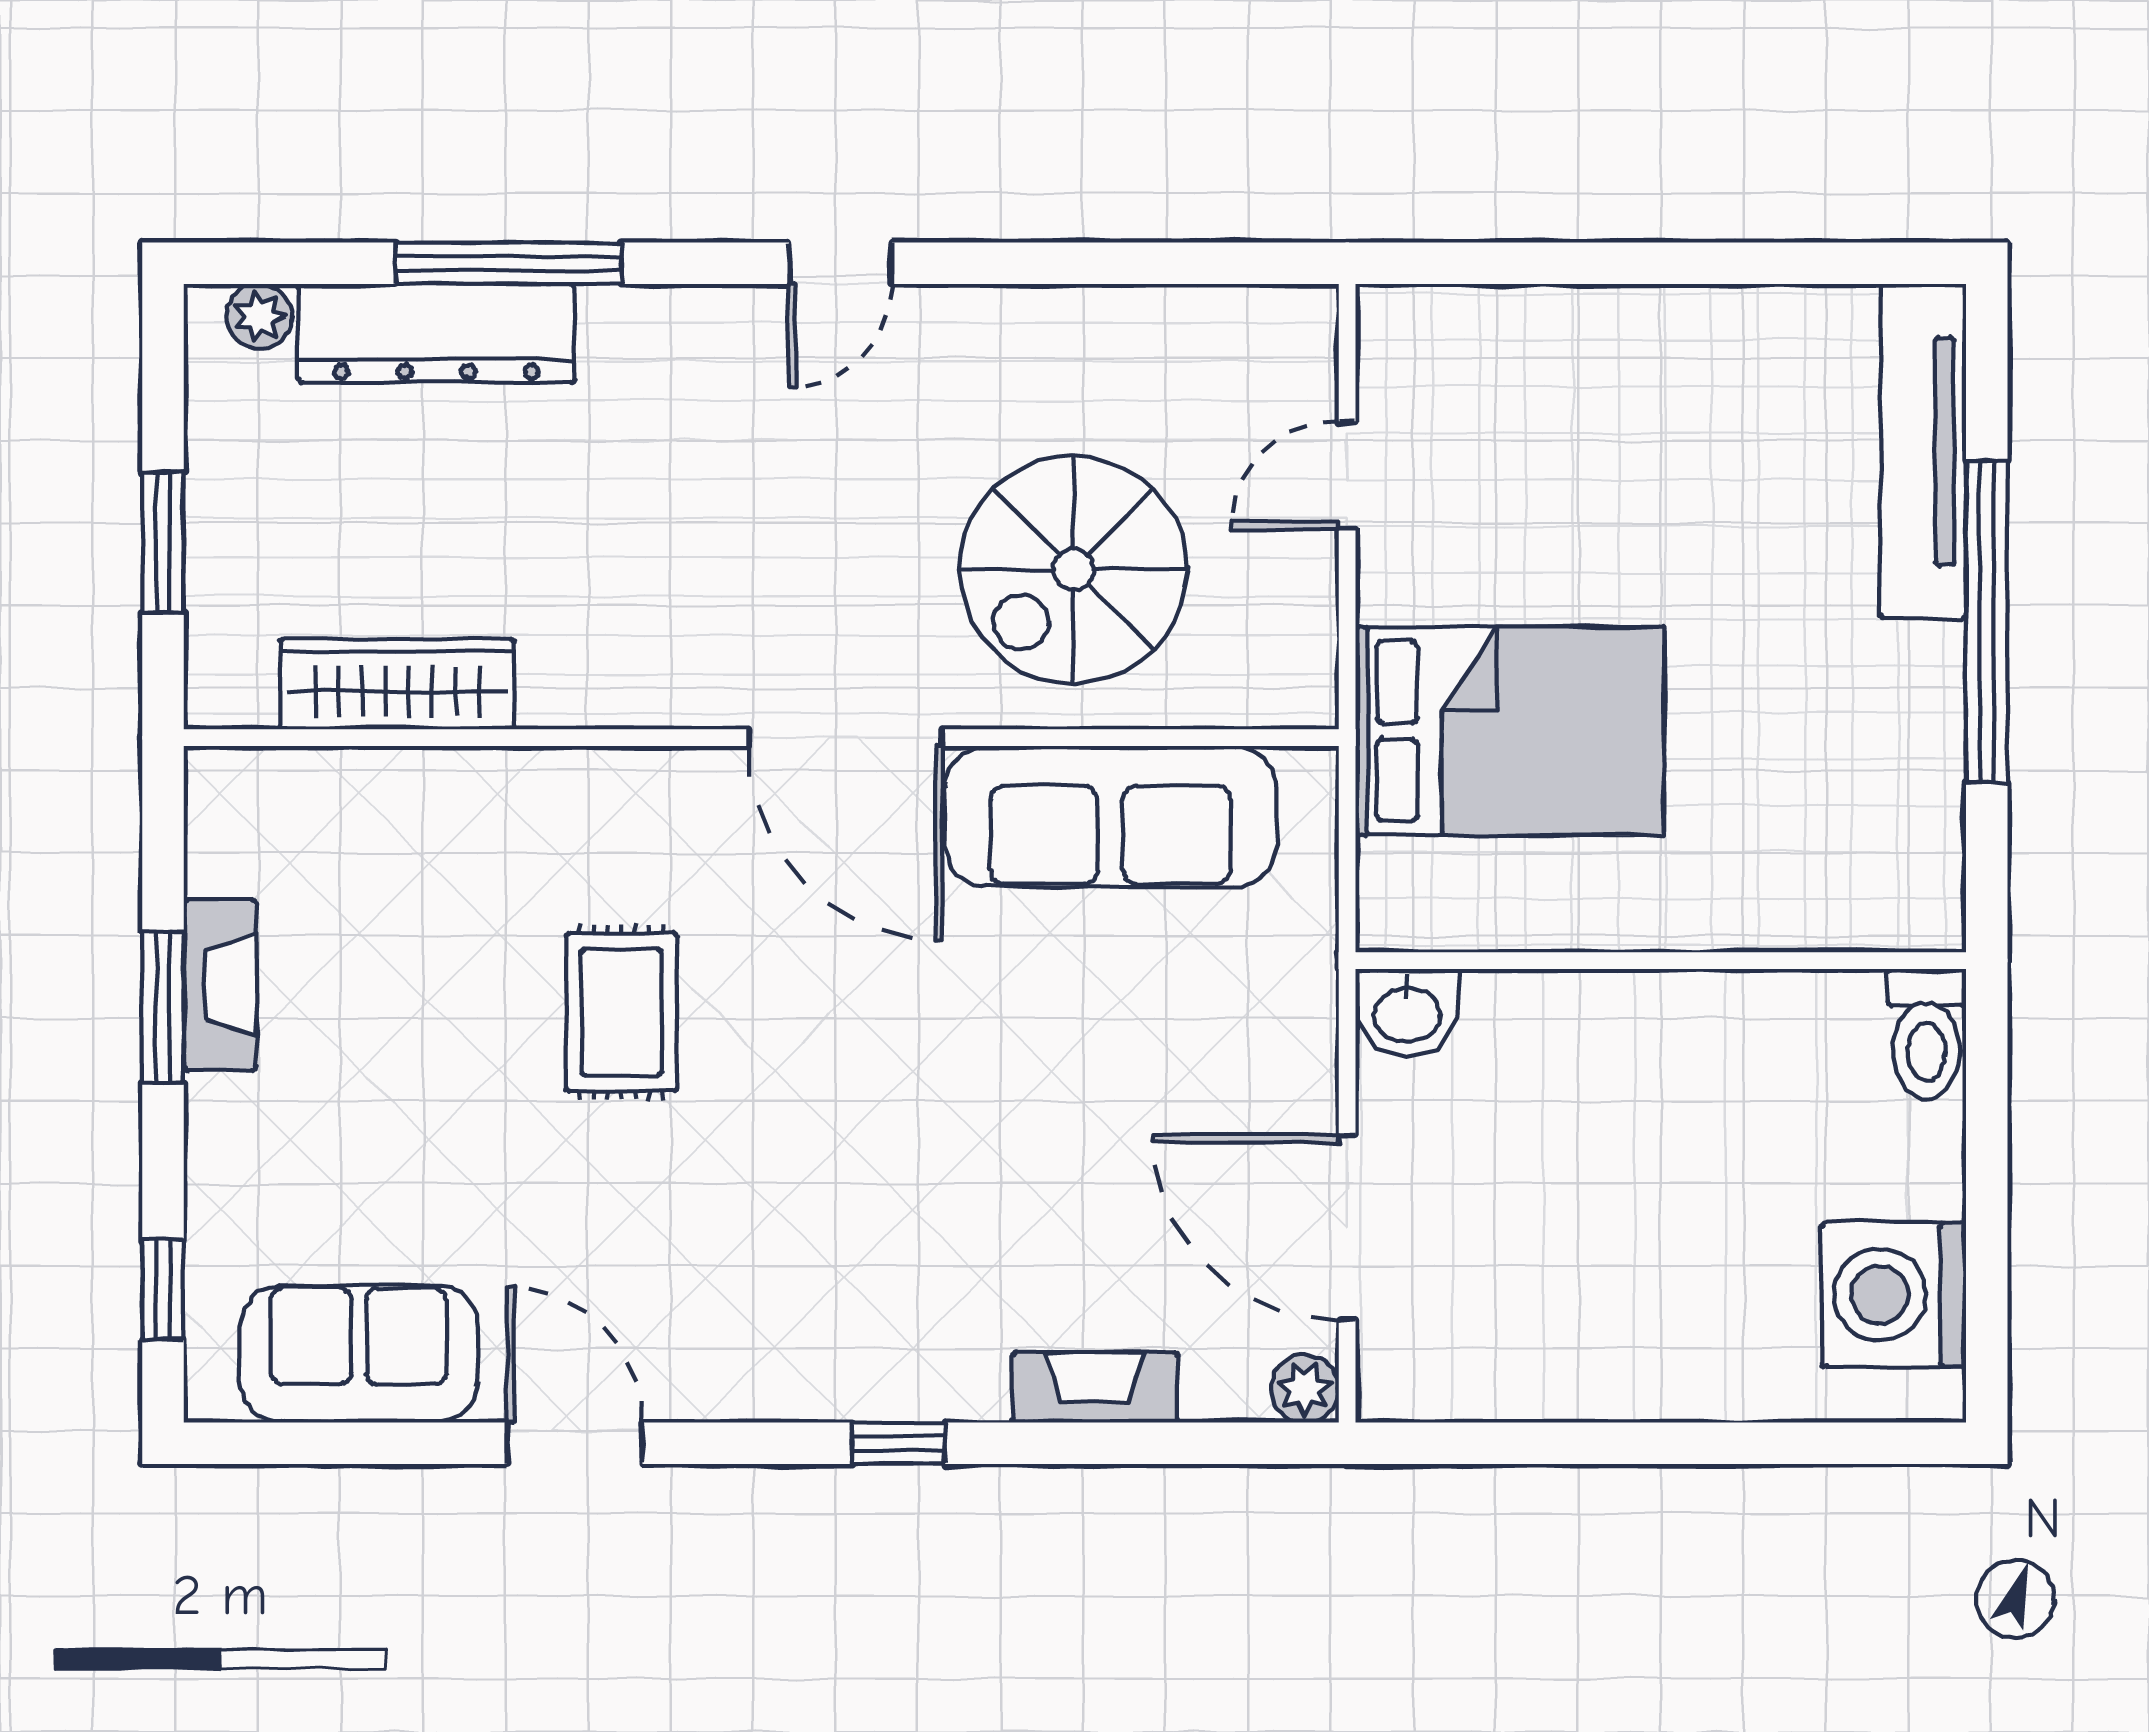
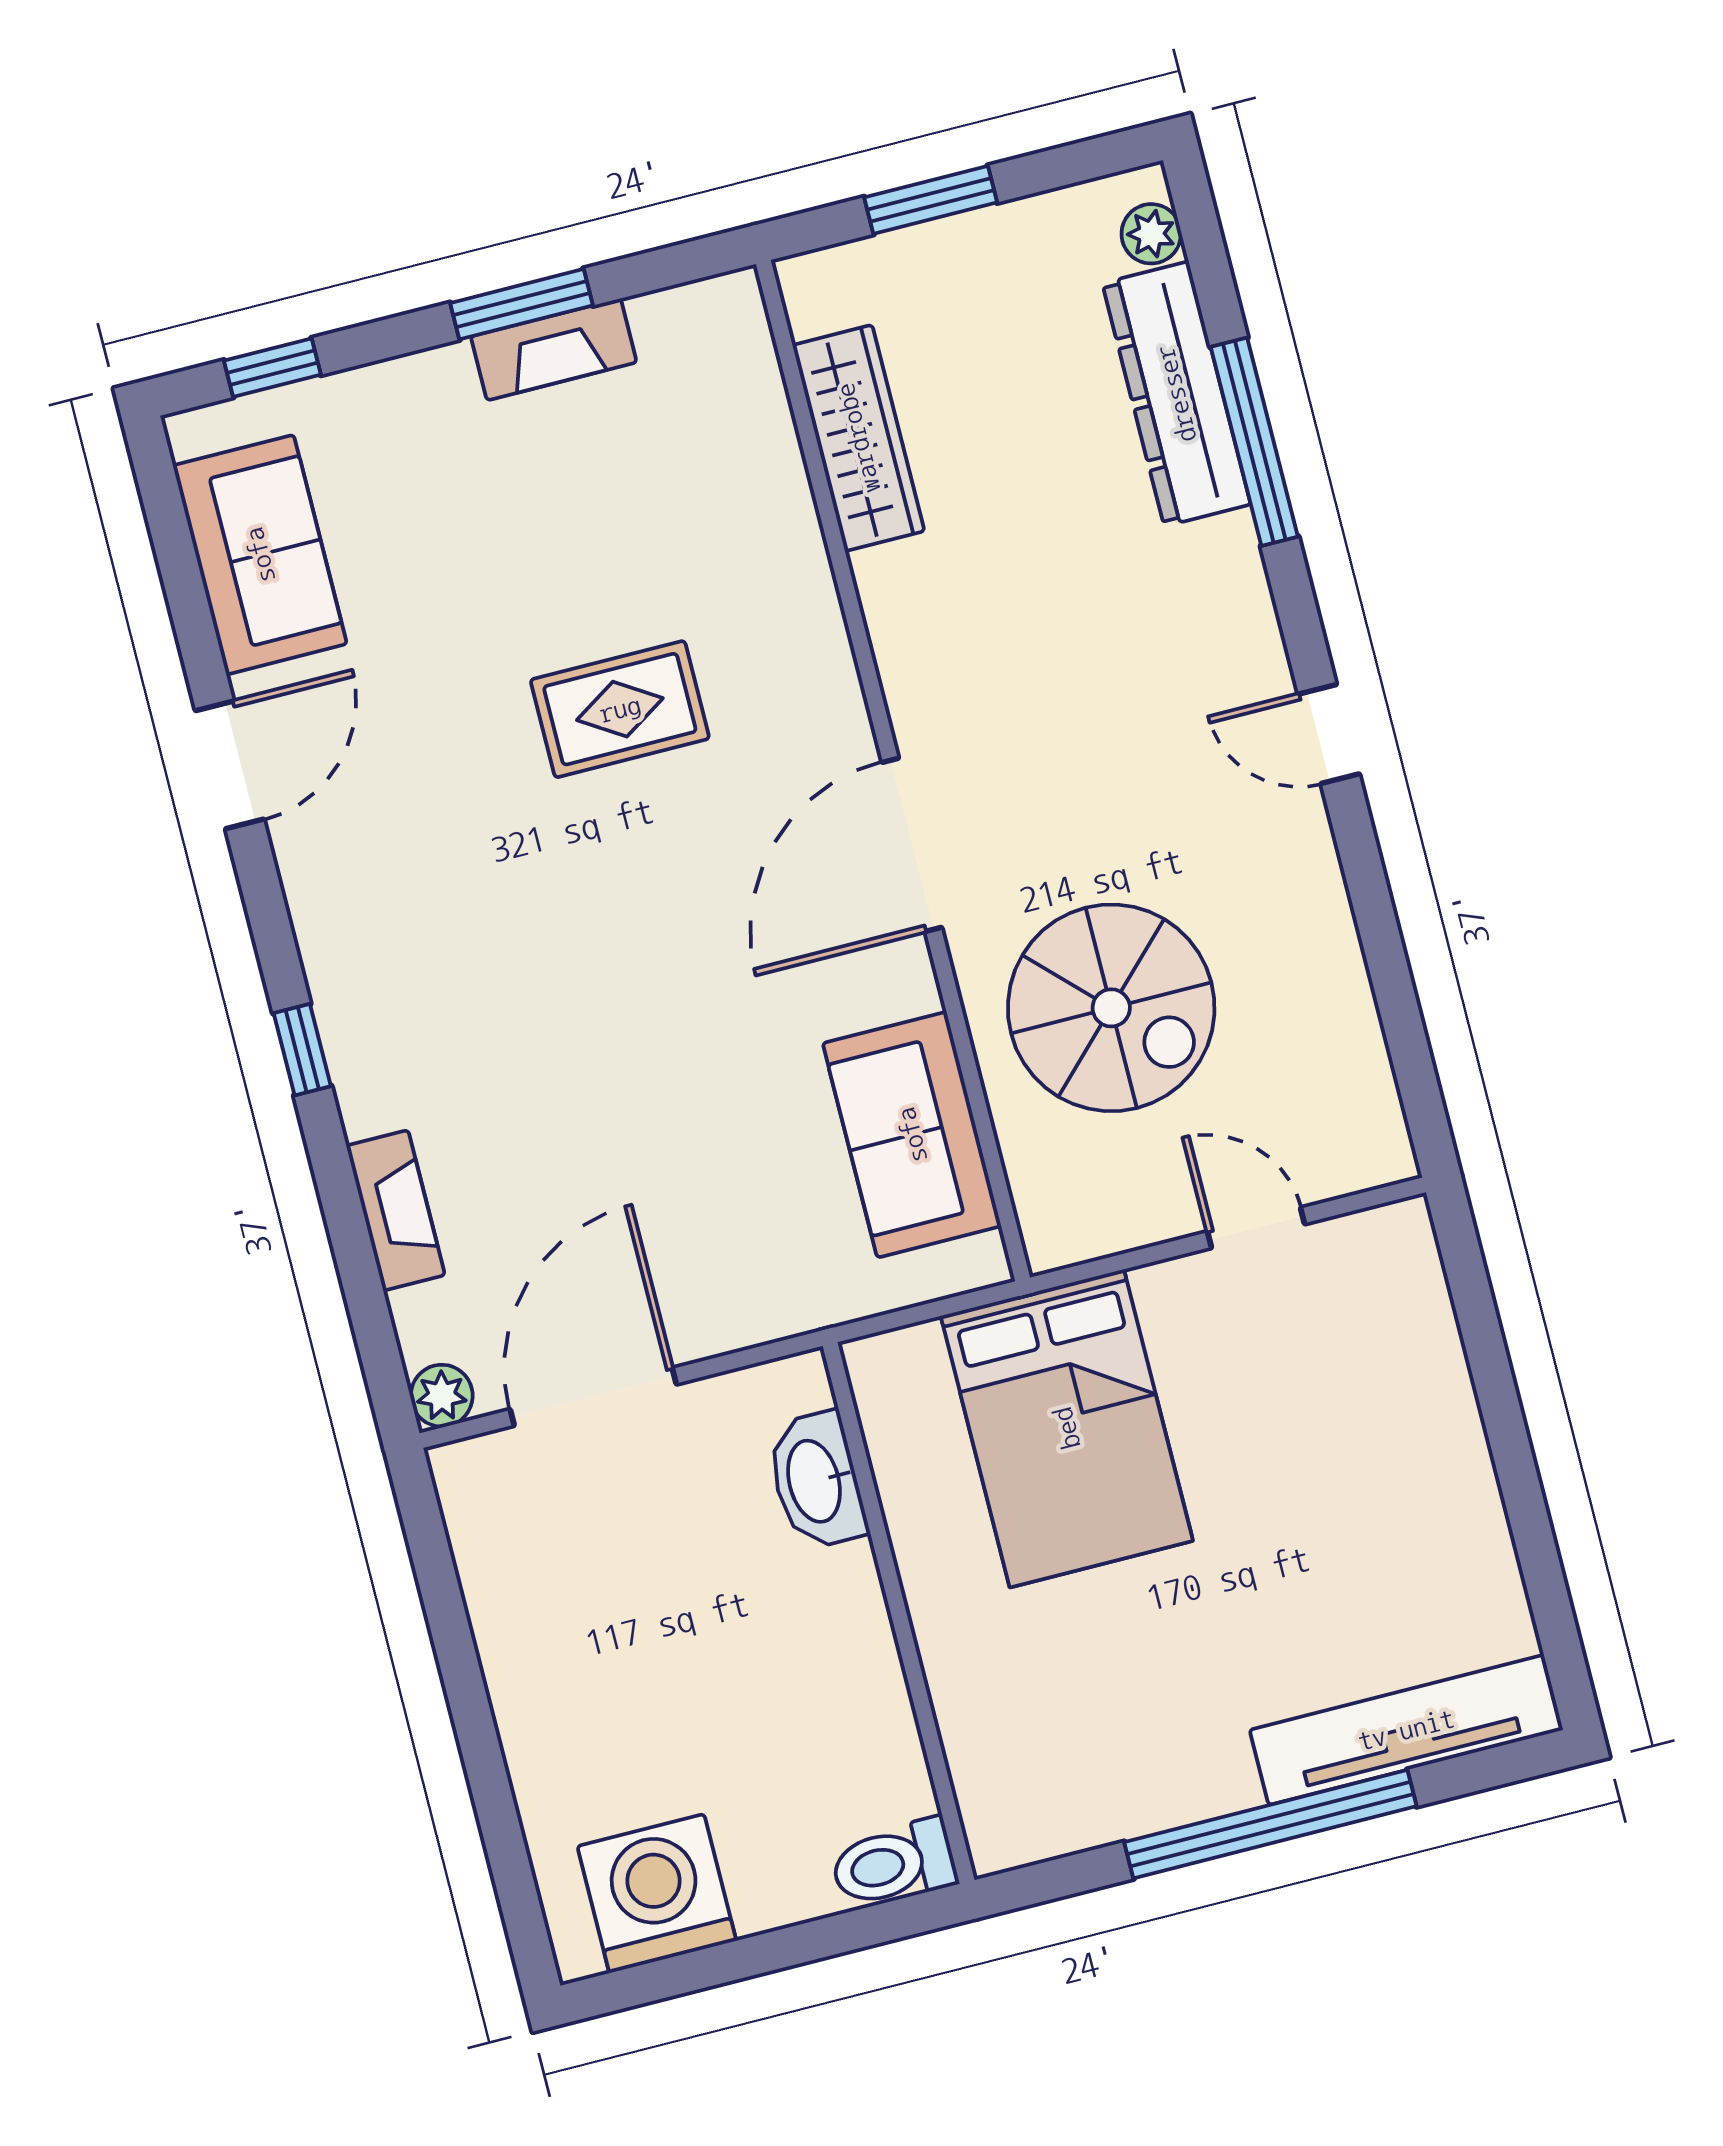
spiral stairs: (1073, 570) -> (1111, 1008), turned 180
sofa: (1111, 816) -> (912, 1135), width x0.73
washbasin: (1407, 1012) -> (816, 1481), moved, width x1.38

